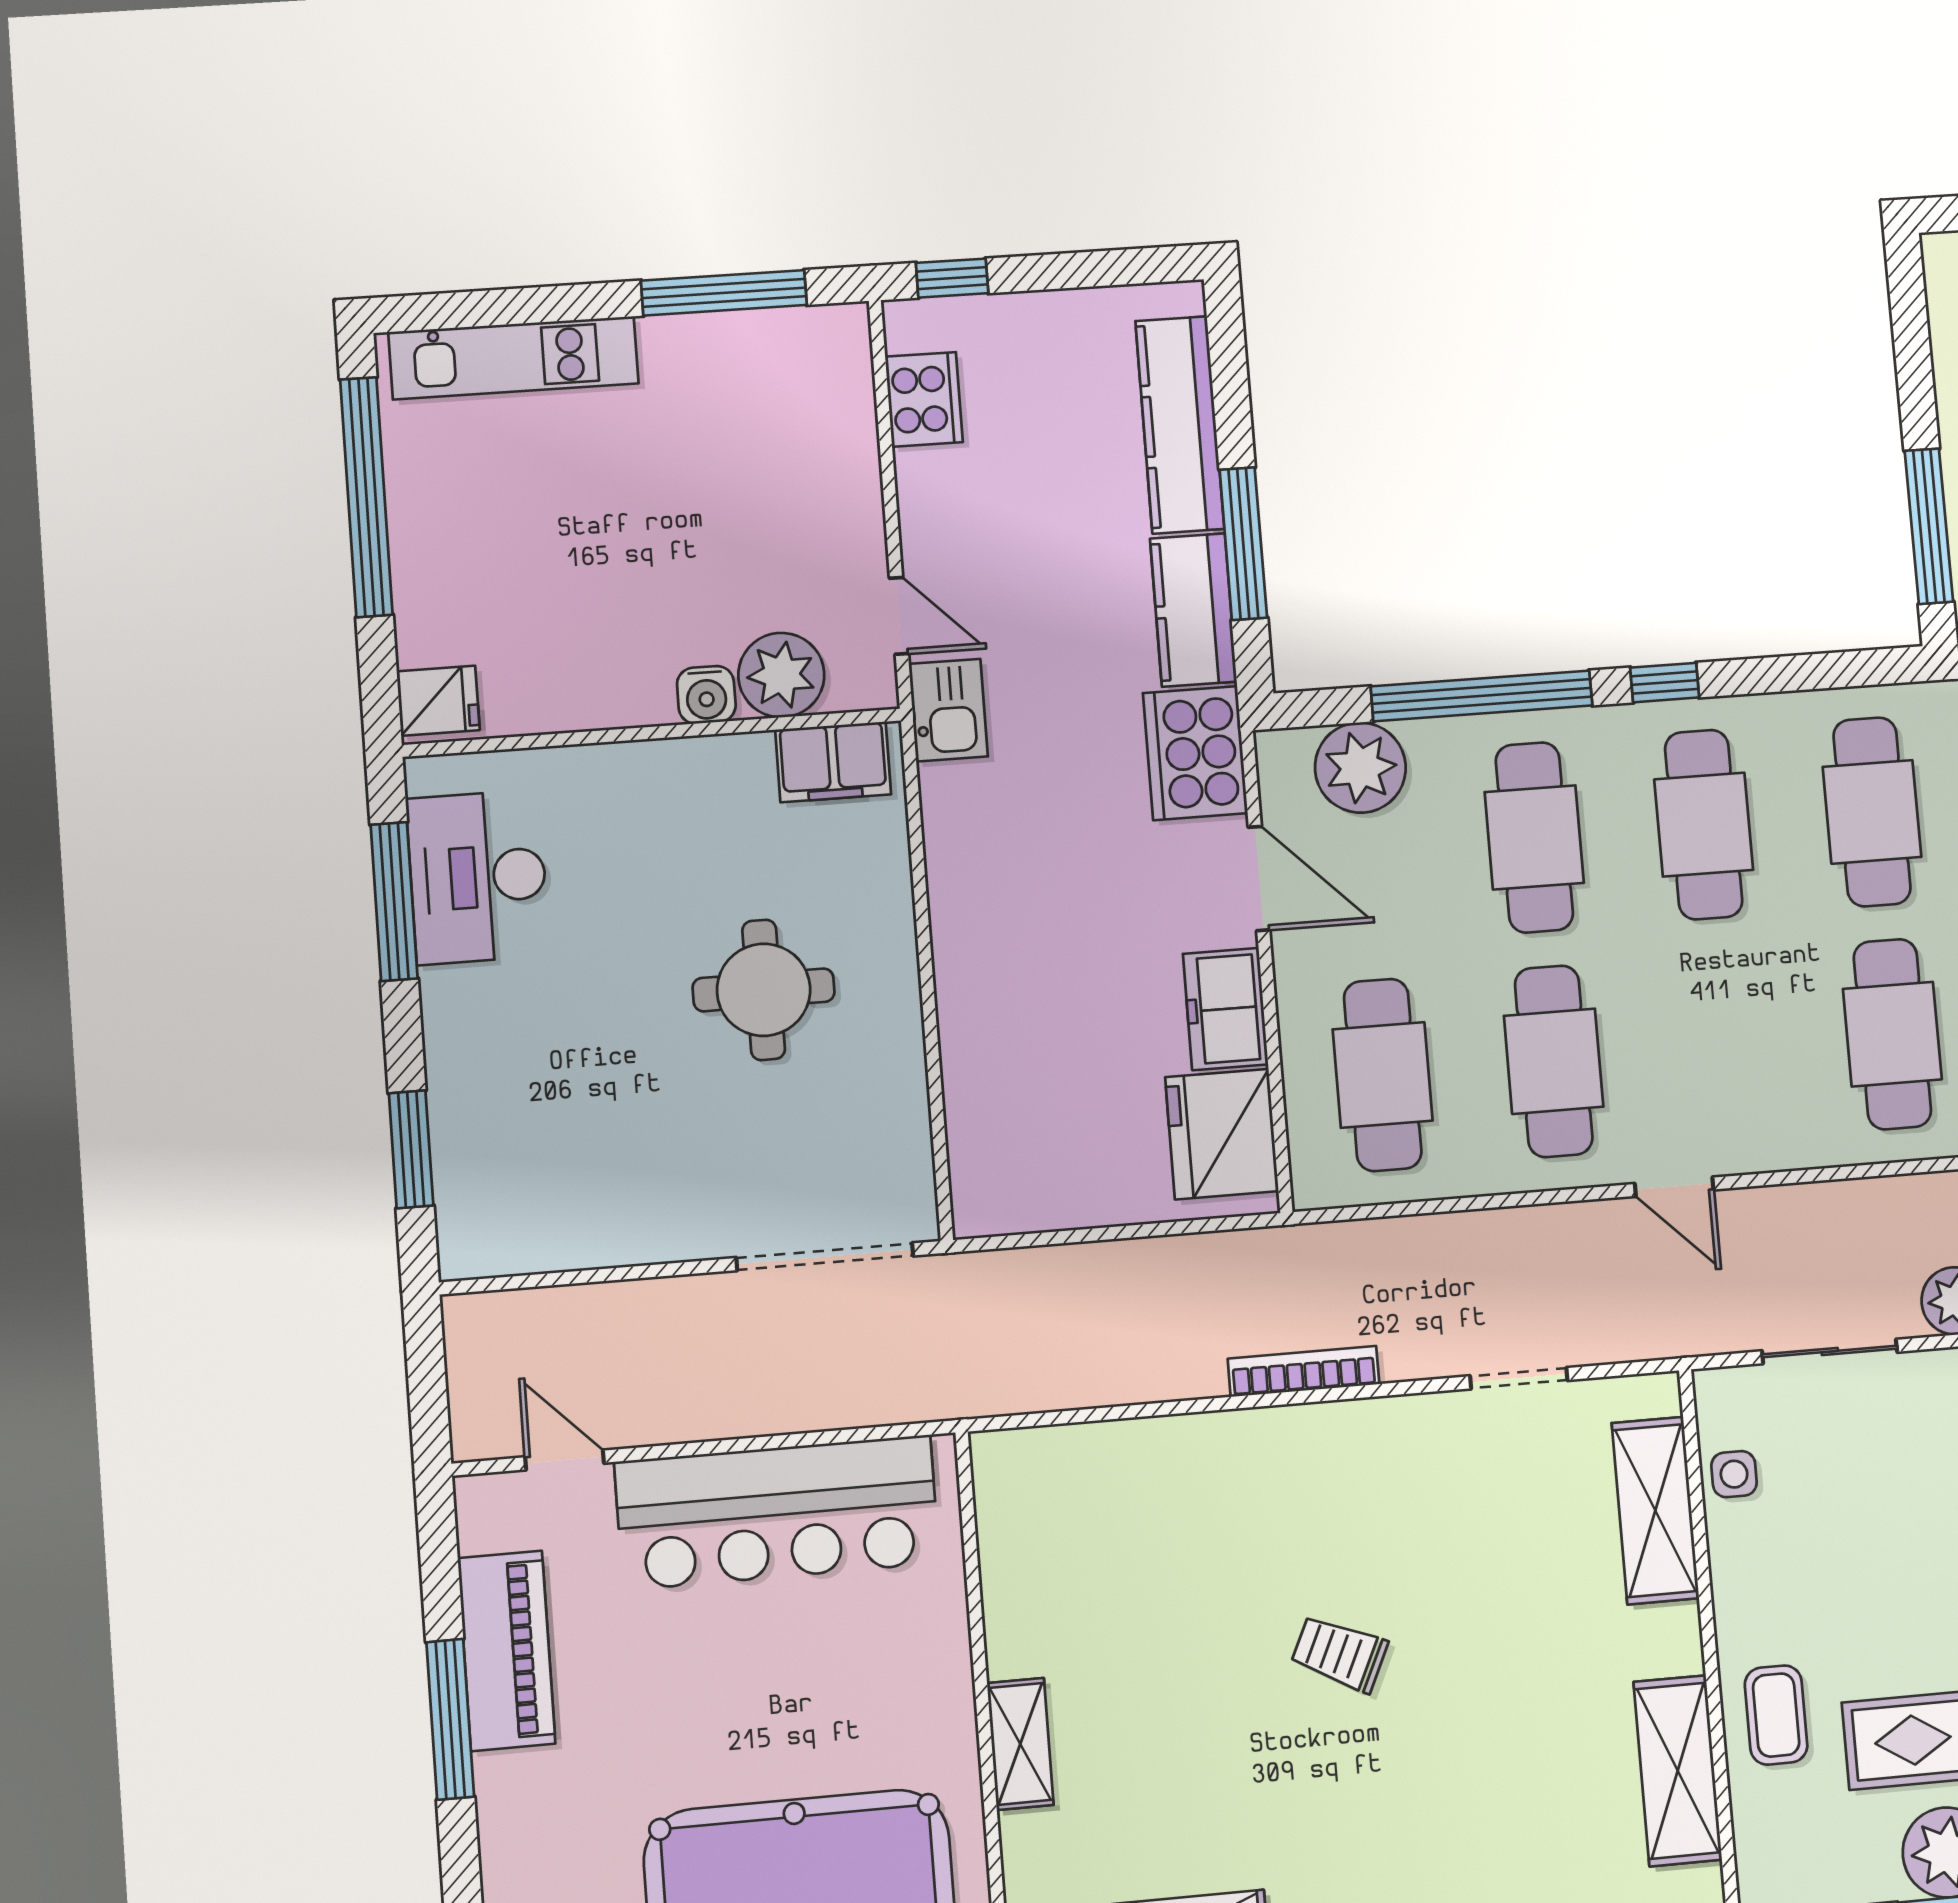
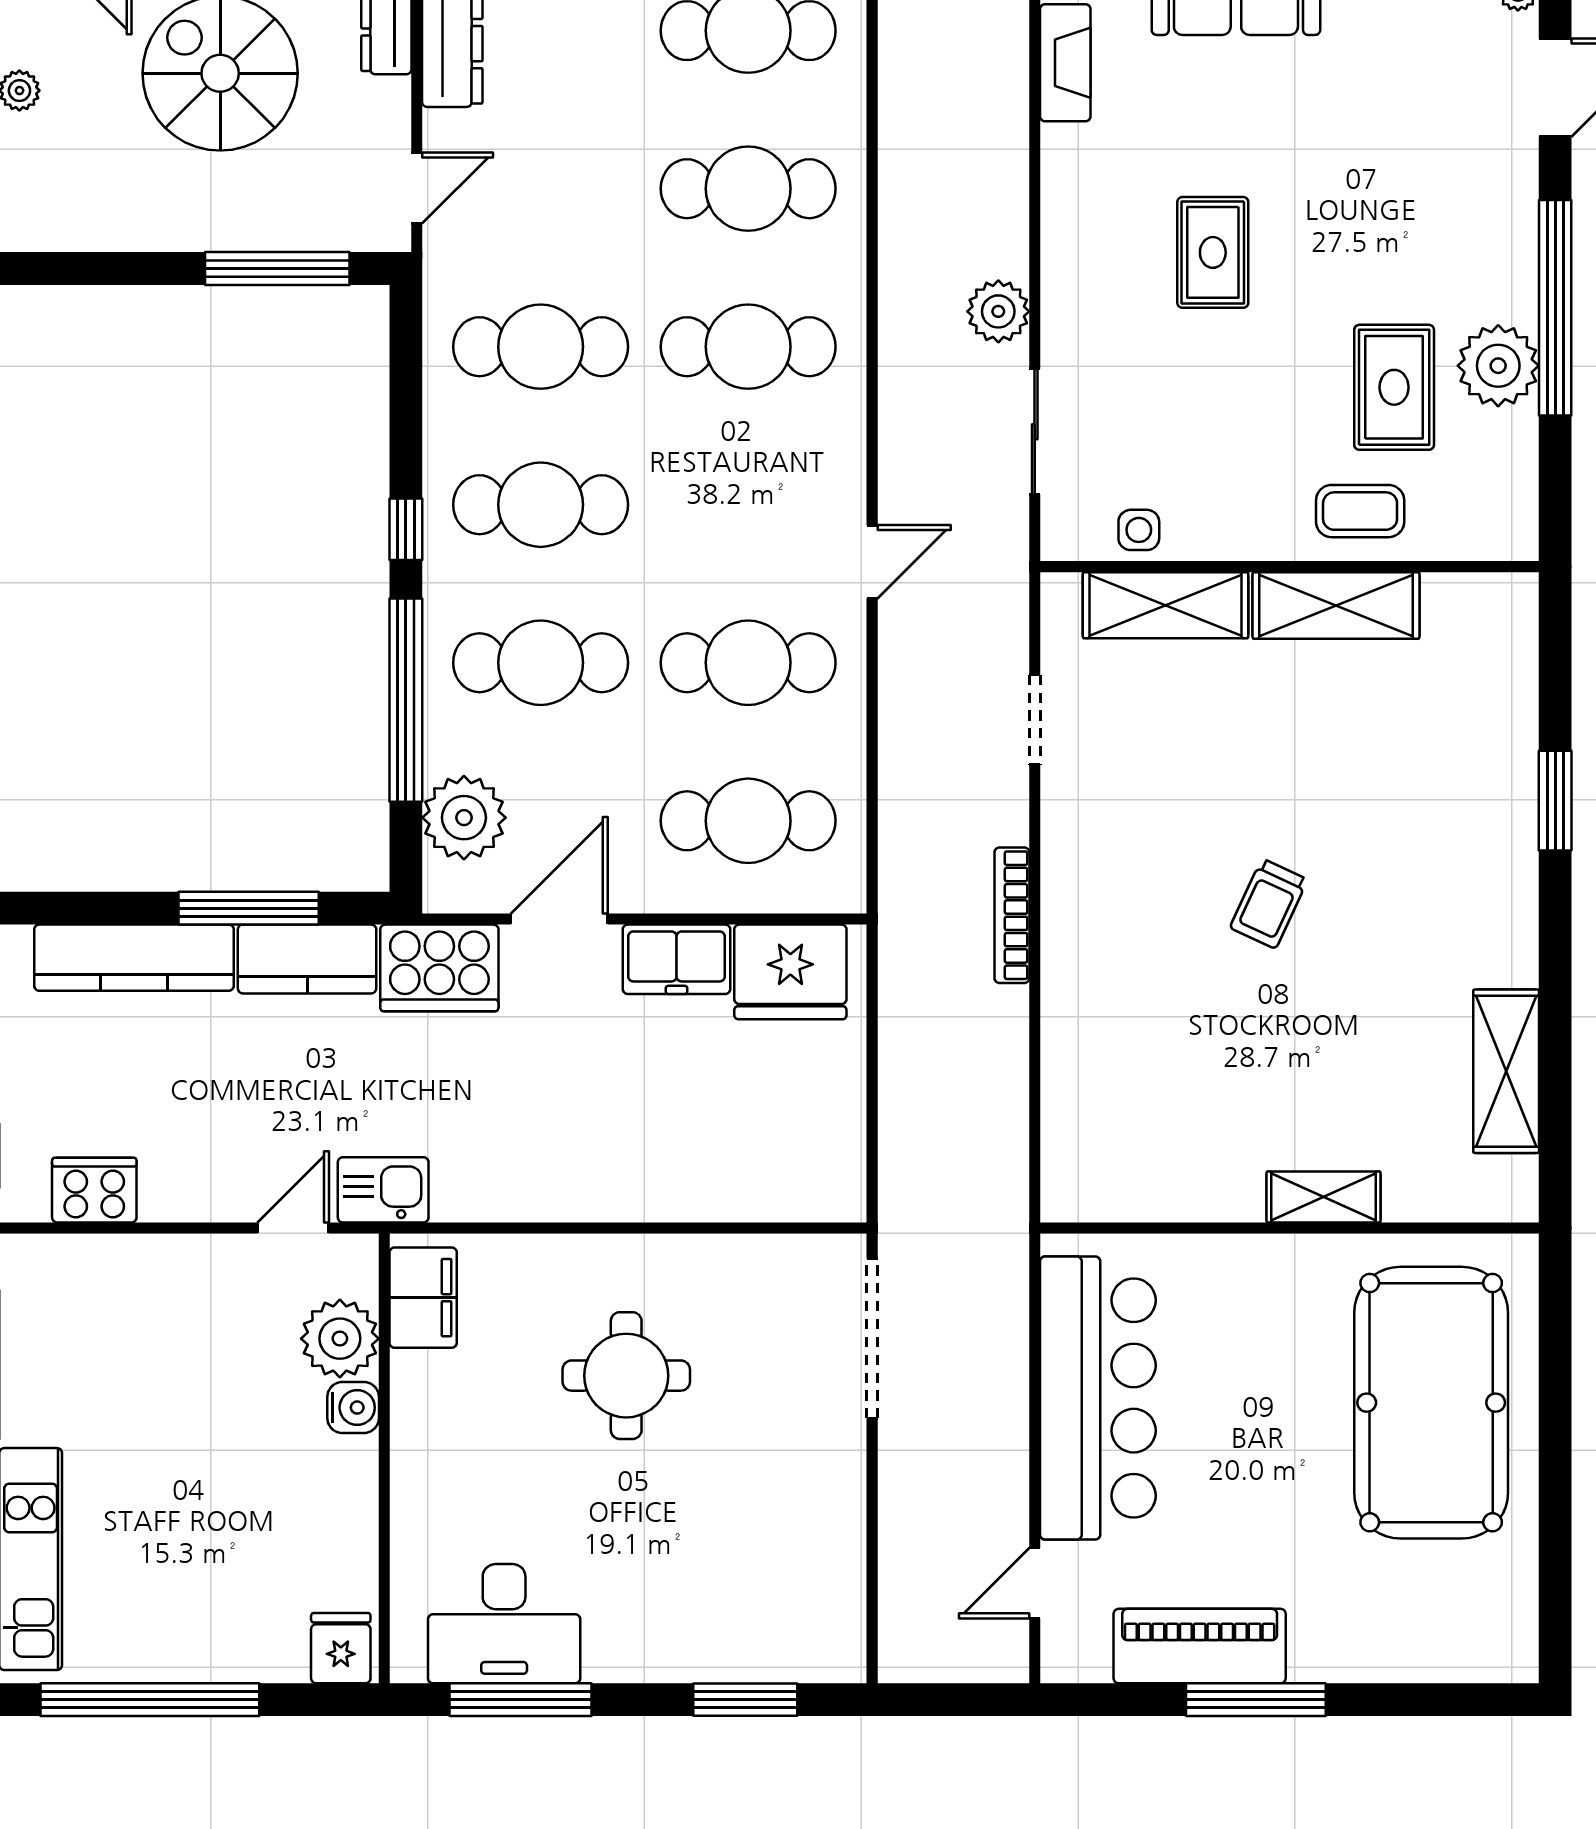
shelving: (1678, 1771) -> (1336, 605), moved

